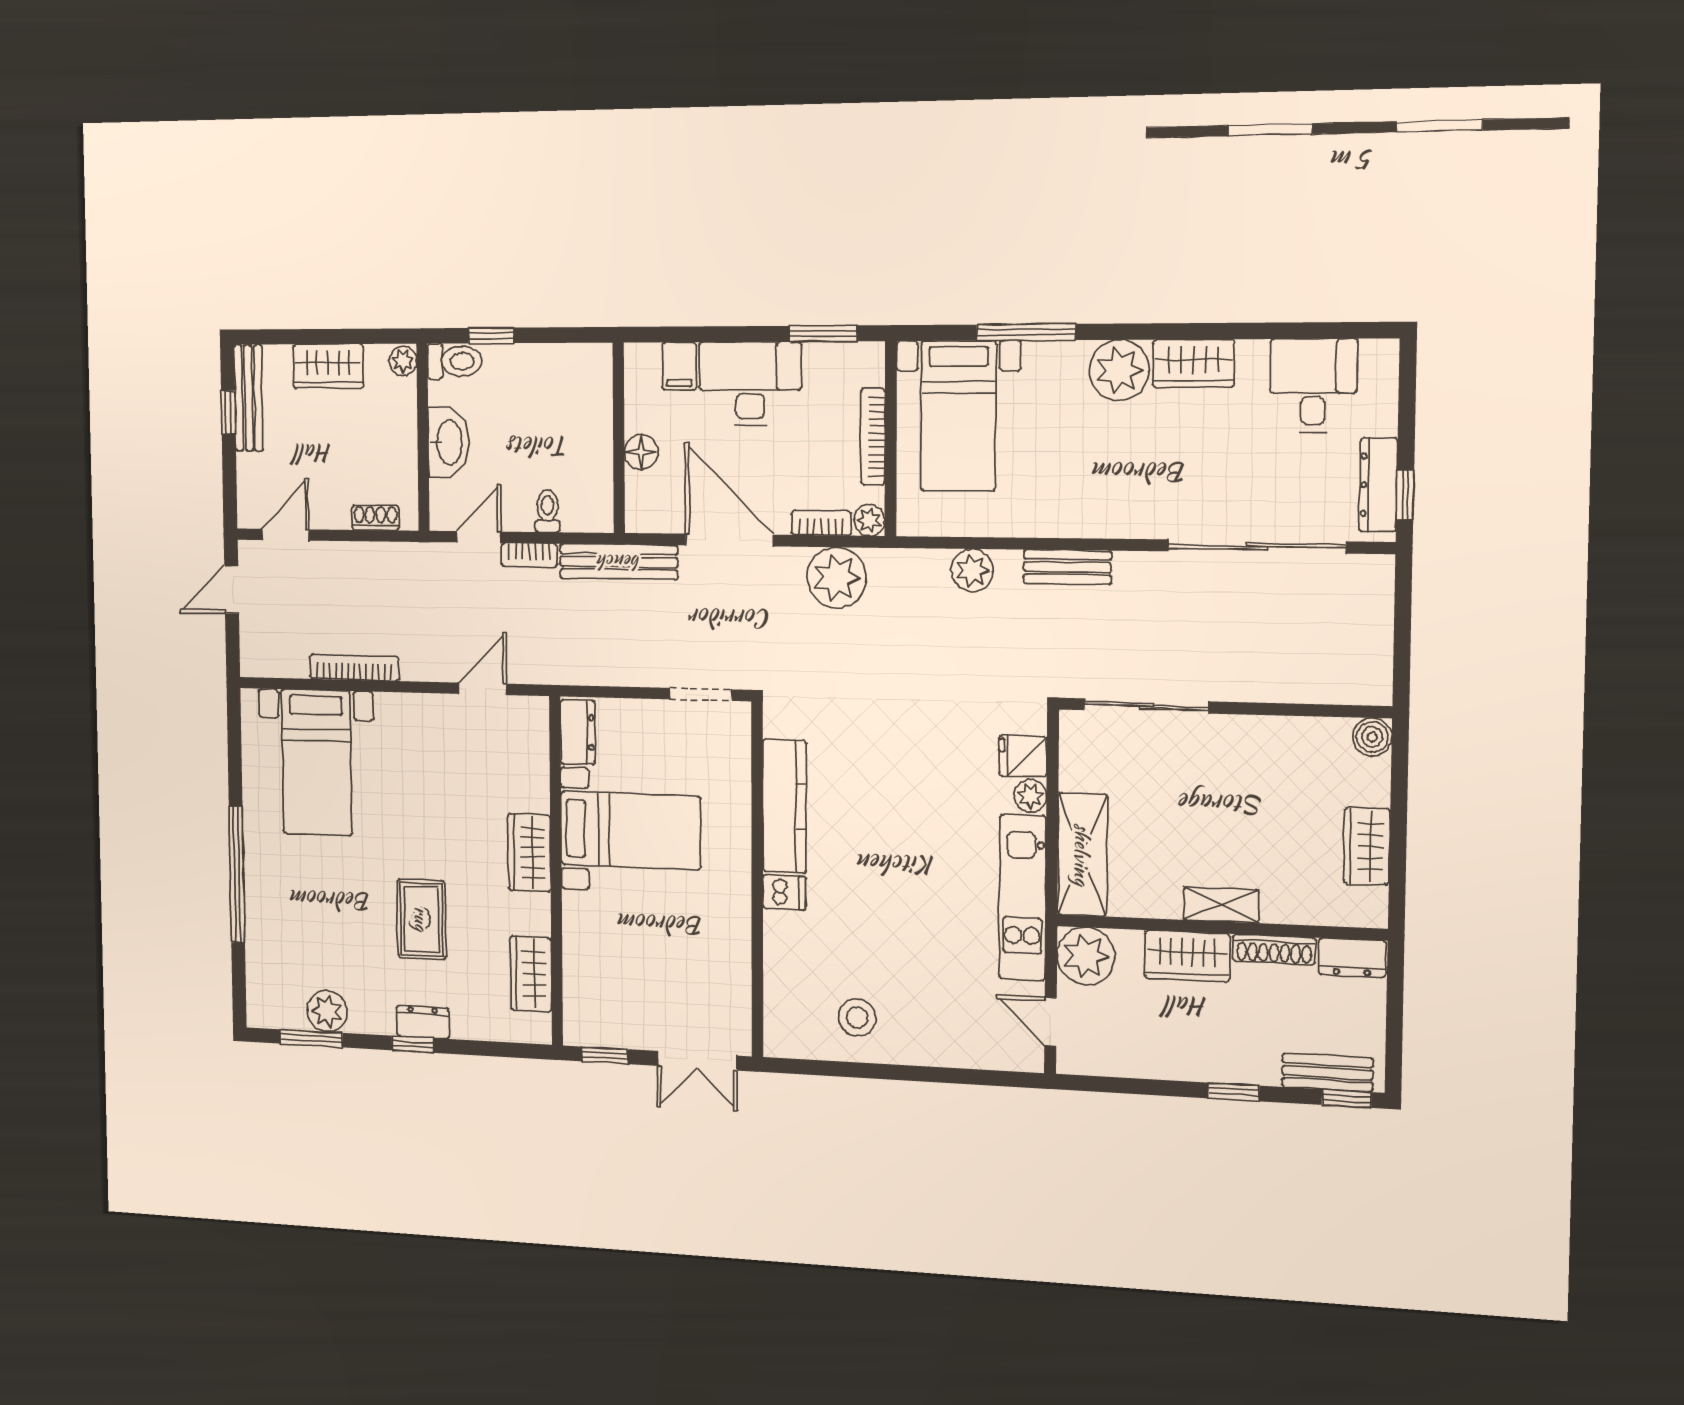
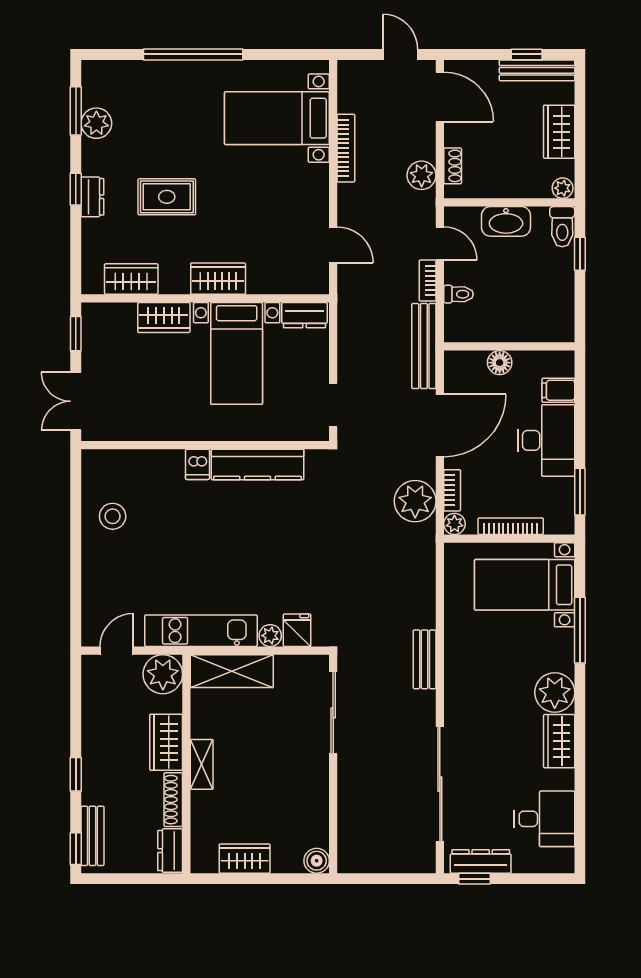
door: (285, 535) -> (440, 97), width x1.38
plant: (972, 570) -> (422, 175), moved
wardrobe: (582, 931) -> (164, 318), added

